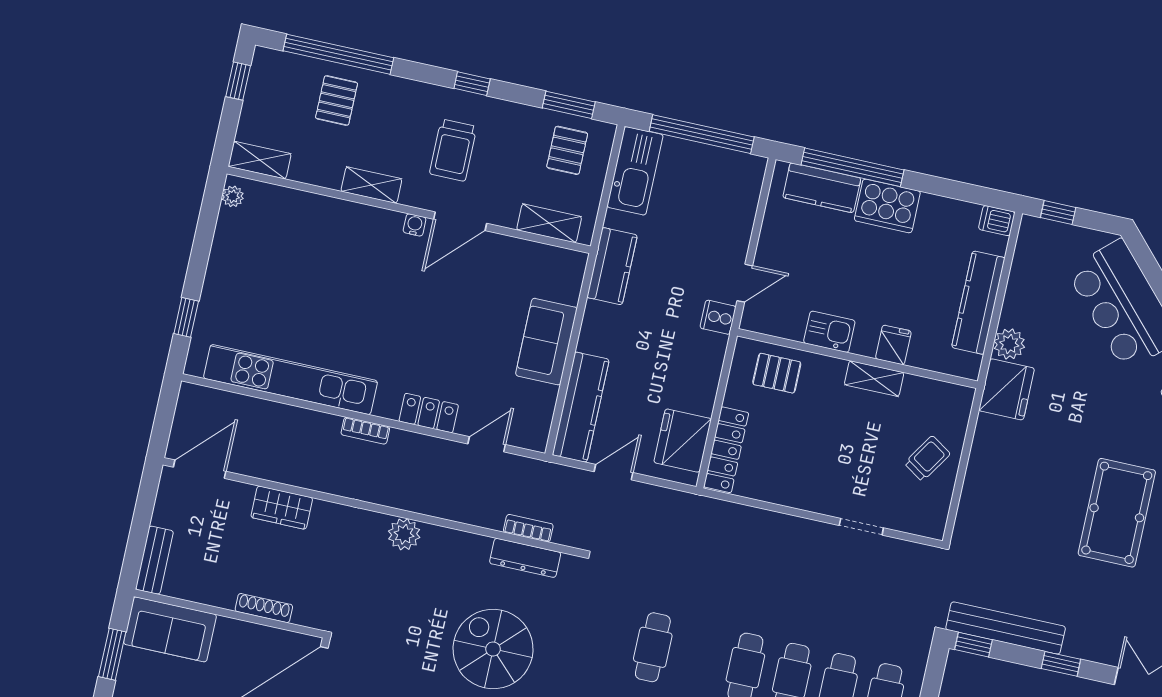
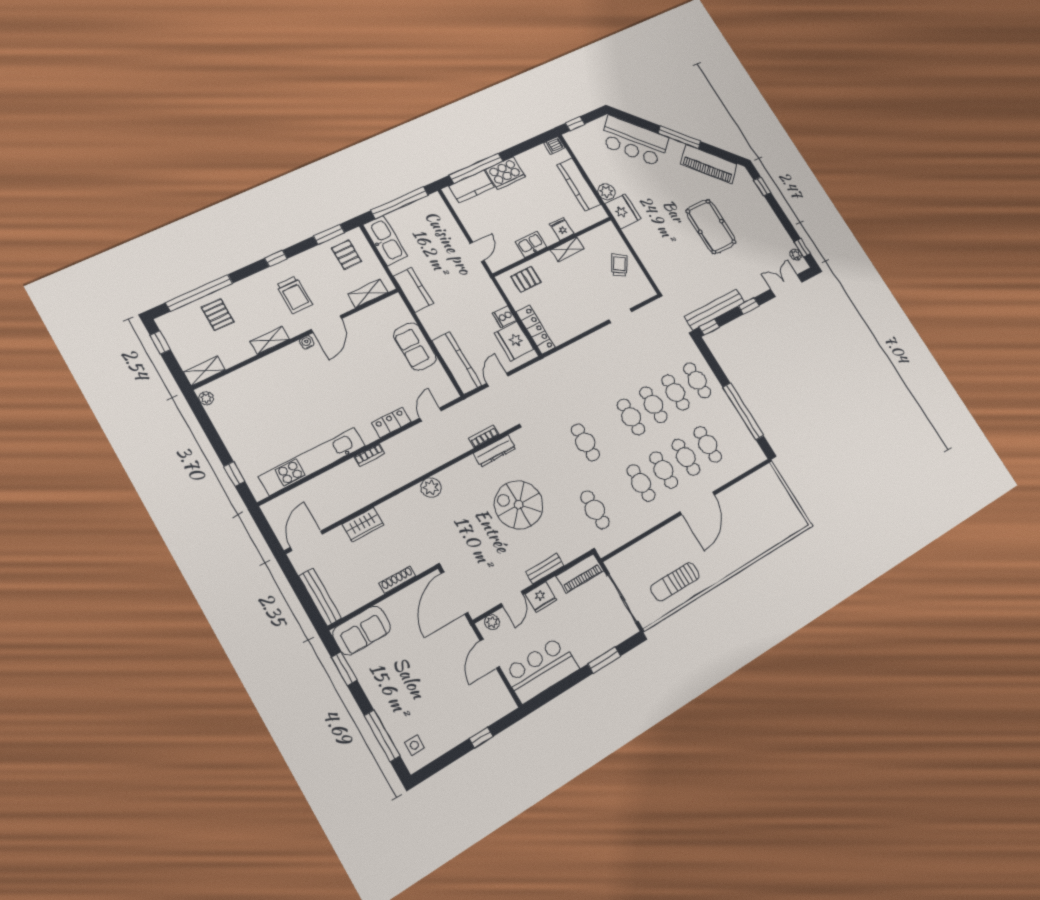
cooker: (718, 317) -> (504, 317), moved
bench: (154, 560) -> (320, 597), width x1.36

